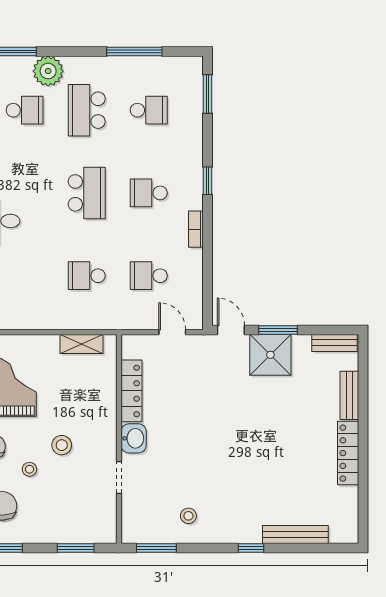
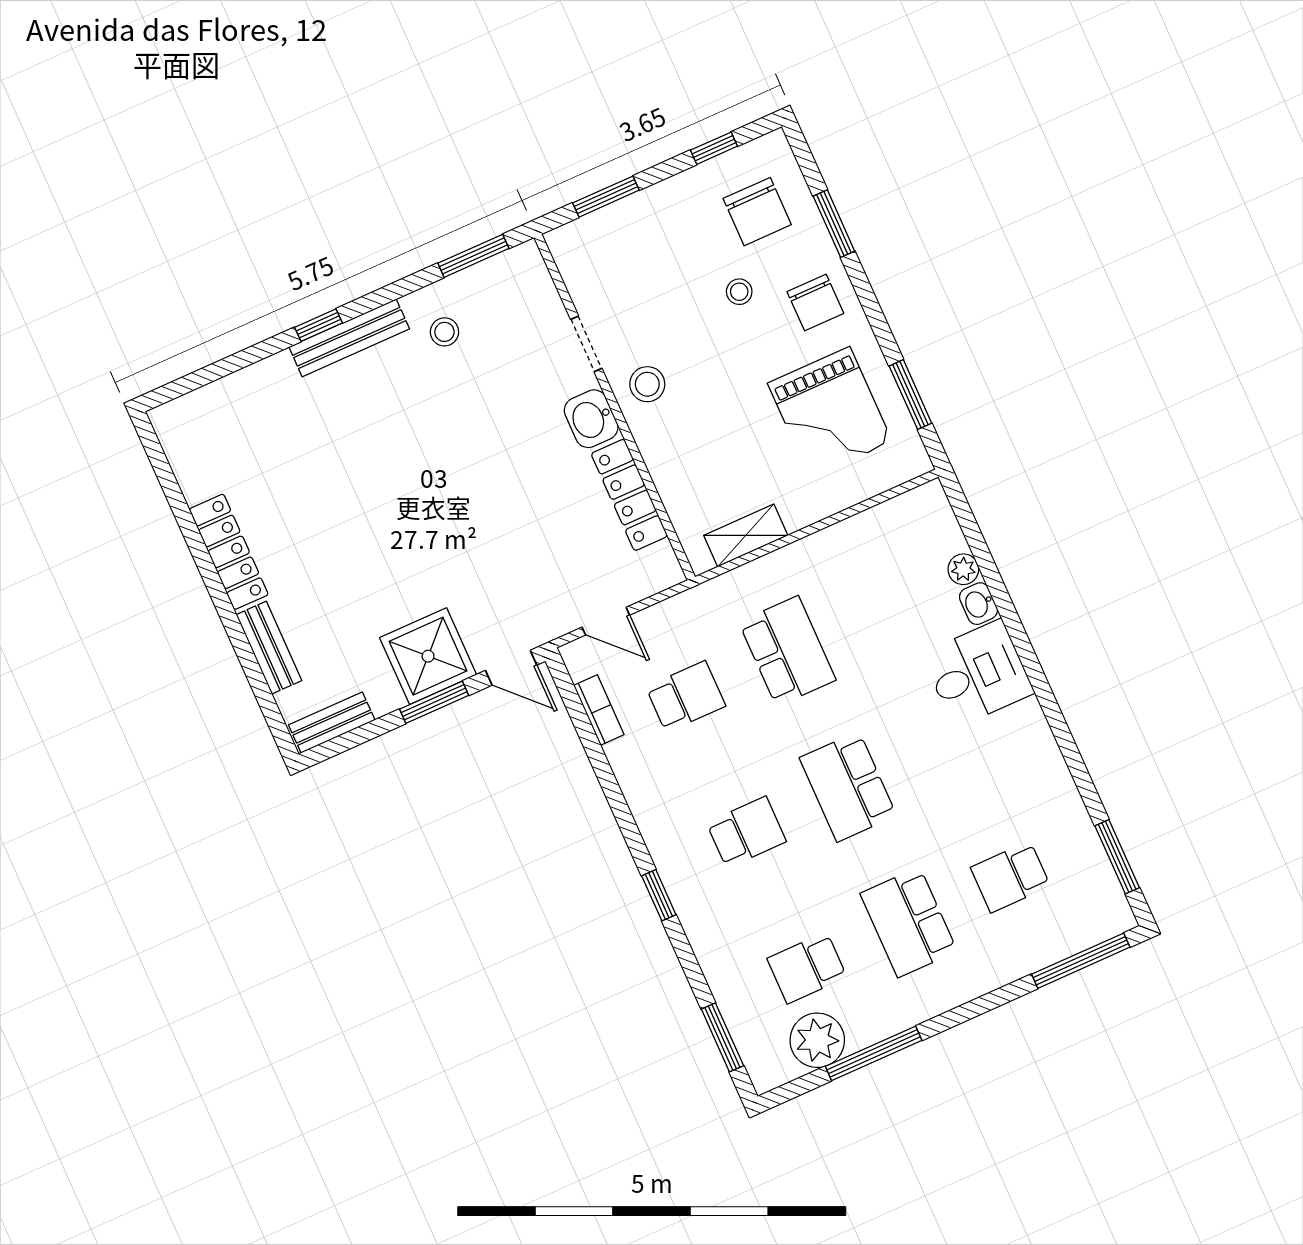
plant: (48, 71) -> (817, 1040), moved
school desk: (87, 110) -> (909, 922), turned 180
bookcase: (196, 229) -> (599, 710), moved
school desk: (87, 276) -> (787, 651), width x1.85
stool: (62, 445) -> (647, 384), moved
bench: (295, 534) -> (349, 338), moved

